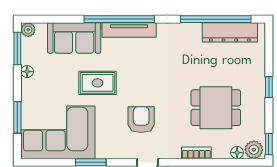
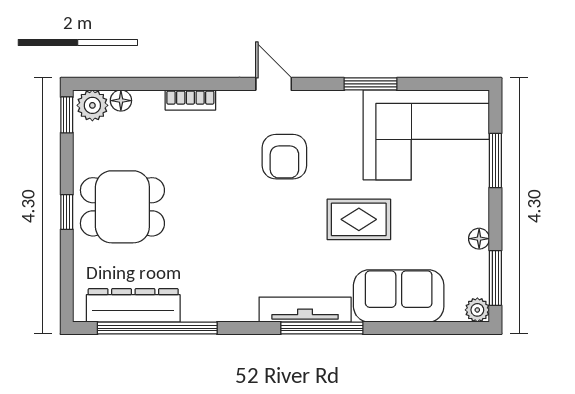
window: (119, 19) -> (322, 328), width x0.68
dining table: (216, 108) -> (122, 207), moved

